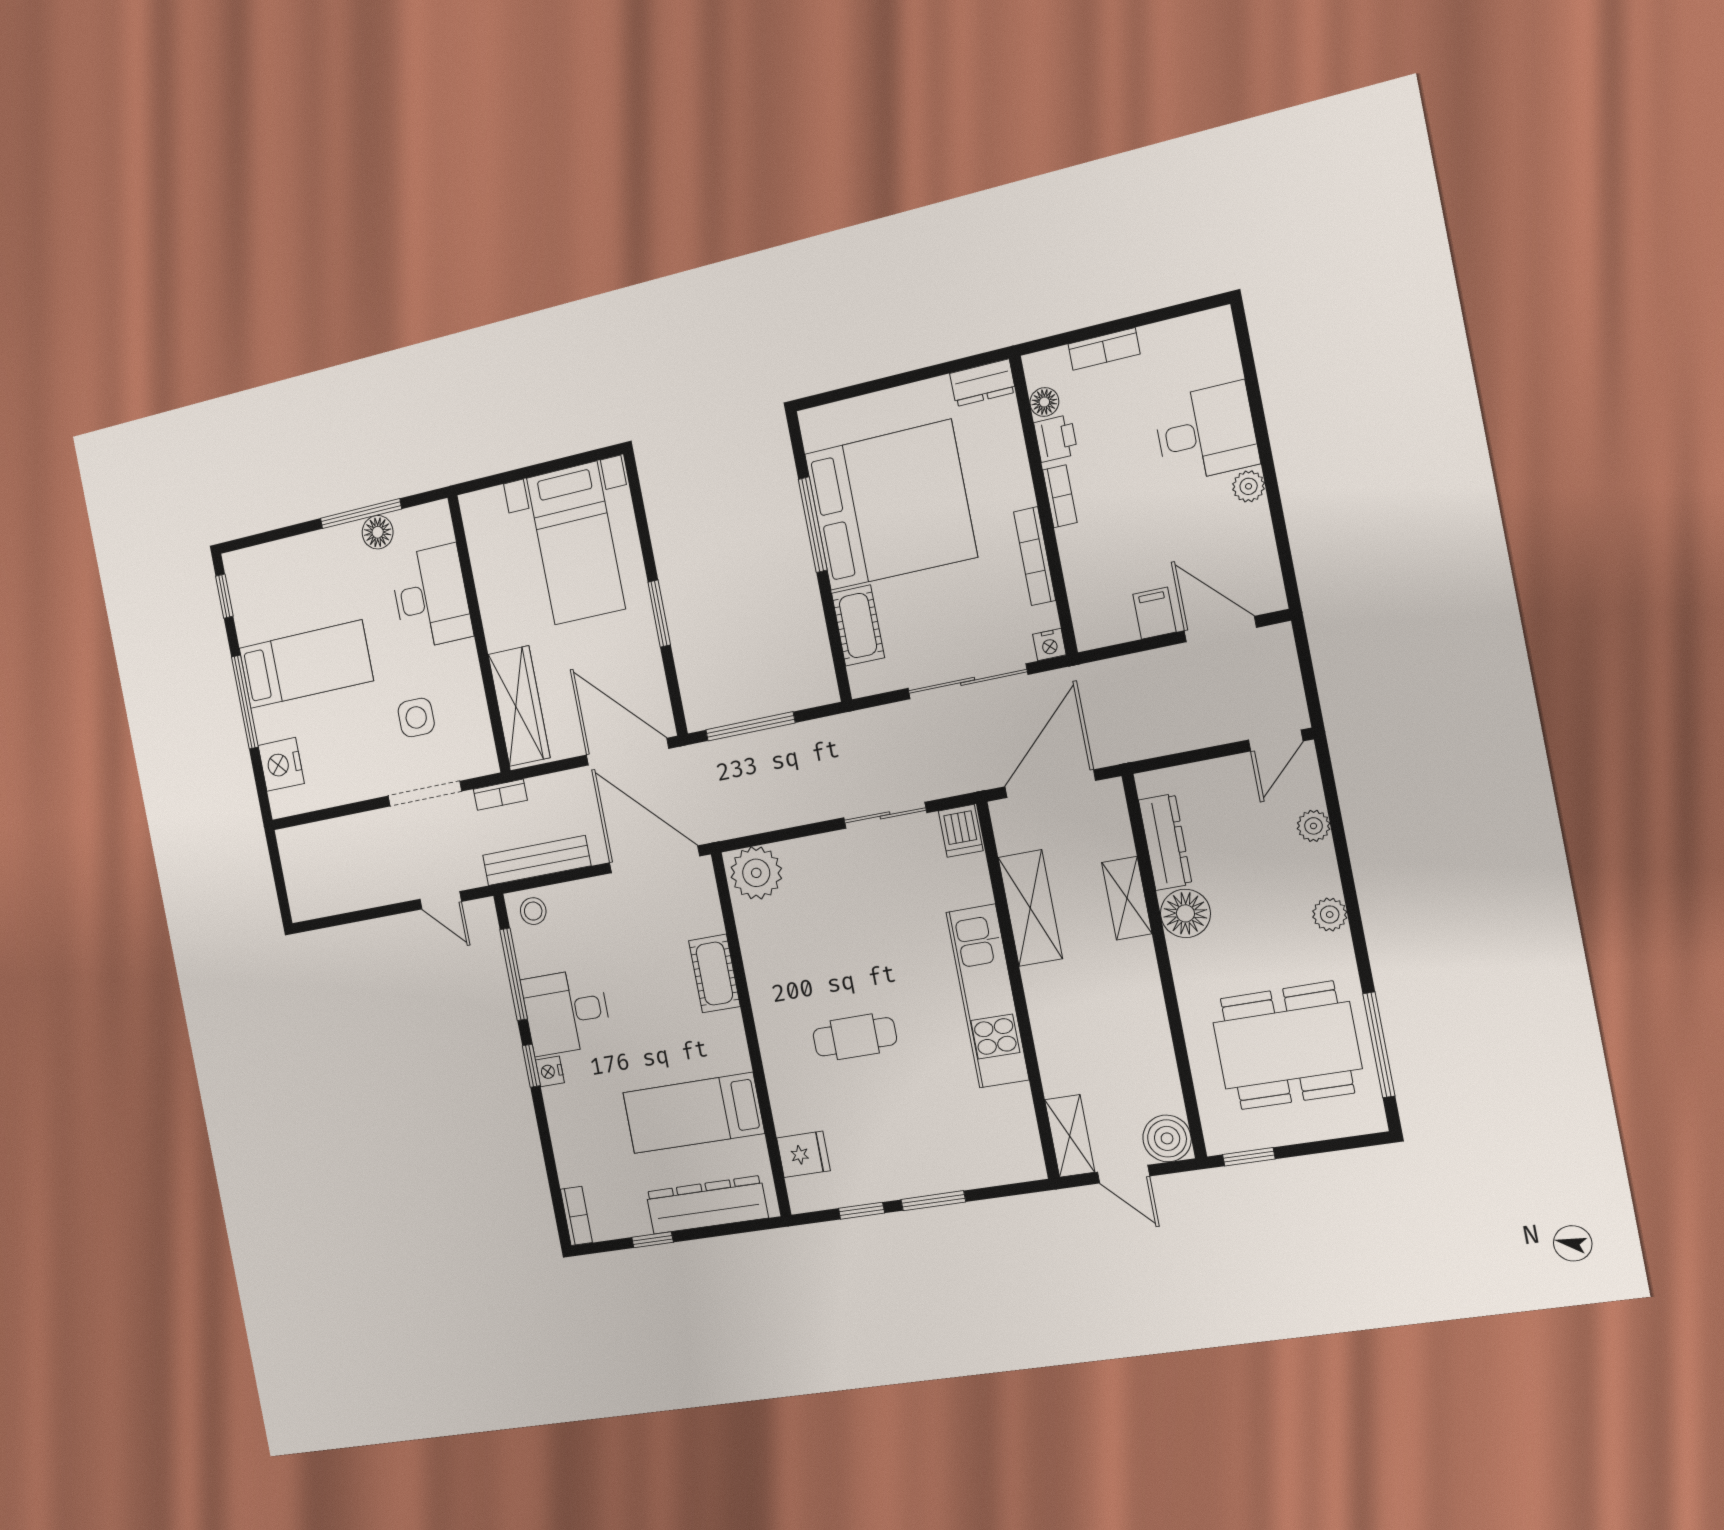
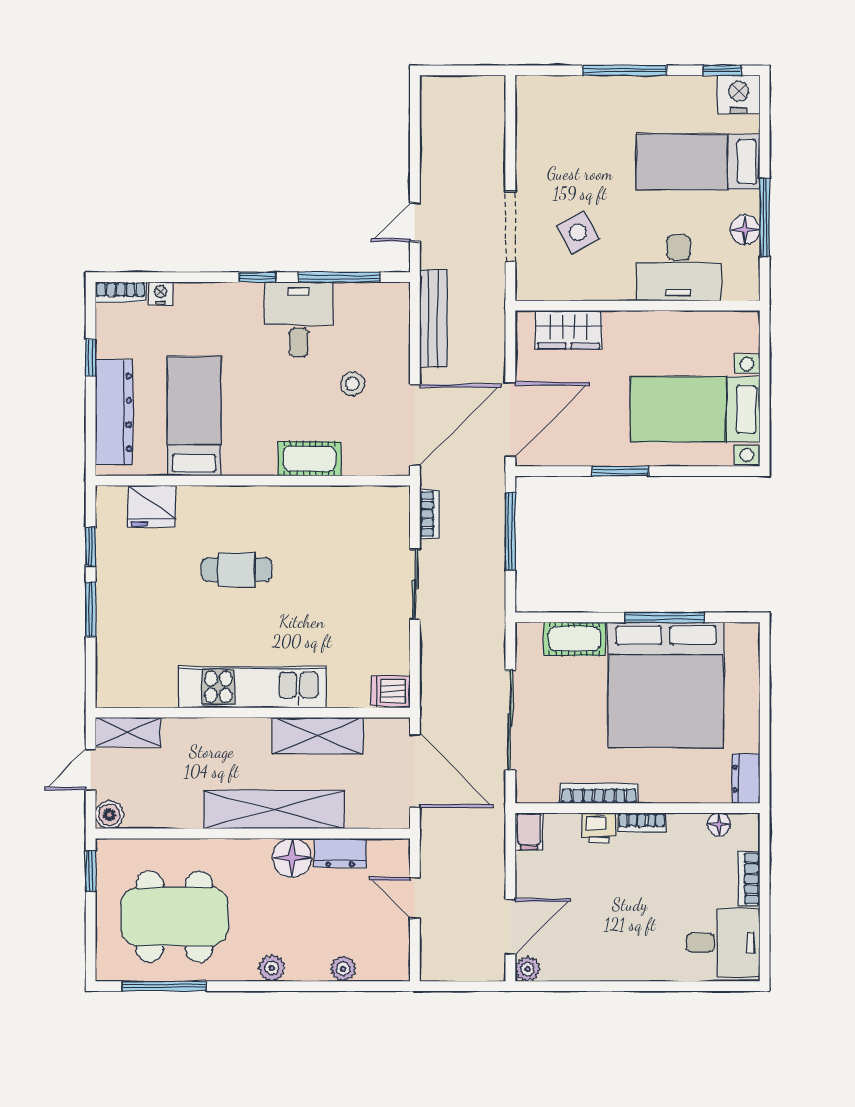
desk: (1206, 432) -> (723, 943), moved, turned -90
printer: (1056, 438) -> (599, 828), moved
plant: (1249, 486) -> (528, 969), moved
filing cabinet: (1155, 613) -> (529, 831), moved, turned 90
nightstand: (1049, 645) -> (526, 792), removed
bed: (306, 664) -> (698, 162), moved, turned 90
wardrobe: (519, 706) -> (569, 330), width x0.67
side table: (416, 717) -> (578, 232), turned -30
door: (1276, 741) -> (415, 898), moved
nightstand: (281, 764) -> (739, 94), moved
bookcase: (500, 795) -> (429, 514), moved, turned 180
sliding door: (885, 815) -> (415, 584), moved
dresser: (1165, 842) -> (340, 853), width x0.70
plant: (756, 873) -> (388, 512), removed
shelving: (1127, 898) -> (274, 809), width x2.20, depth x1.33
stool: (533, 911) -> (353, 384), moved
cafe table: (855, 1037) -> (237, 570), turned 90
dining table: (1287, 1046) -> (174, 917), turned 90
nightstand: (550, 1071) -> (161, 293), moved
boiler: (1167, 1138) -> (109, 815), width x0.73, depth x0.73
fridge: (803, 1154) -> (152, 506), width x1.38

